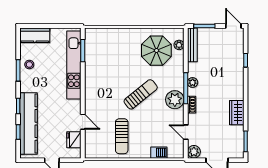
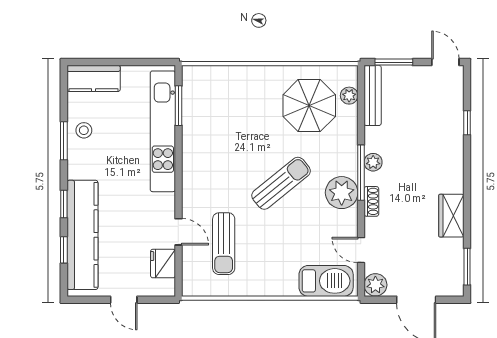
sun lounger: (122, 136) -> (224, 244), moved
barbecue: (159, 153) -> (326, 281), width x1.88, depth x1.53

